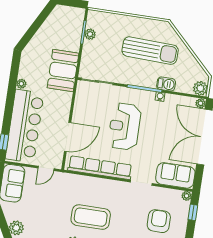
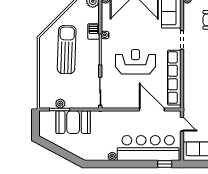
booth: (63, 70) -> (73, 122), moved
reception desk: (125, 126) -> (135, 62), turned 180

